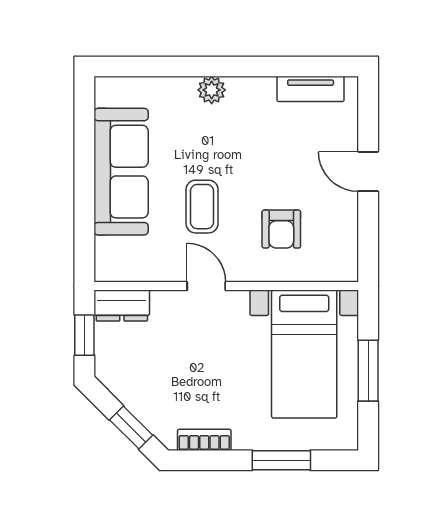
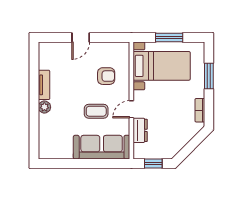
tv unit: (311, 89) -> (44, 85), moved
sofa: (121, 172) -> (102, 147), moved
dresser: (122, 305) -> (140, 130), moved
window: (131, 428) -> (194, 143), removed

